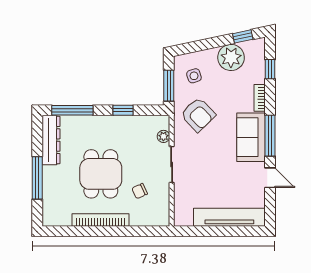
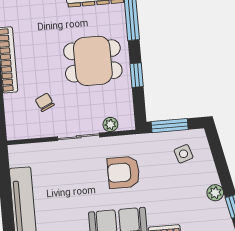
plant: (231, 57) -> (215, 193), width x0.53, depth x0.53
armchair: (198, 115) -> (123, 172), moved, turned 44
dining table: (101, 174) -> (93, 61), moved

